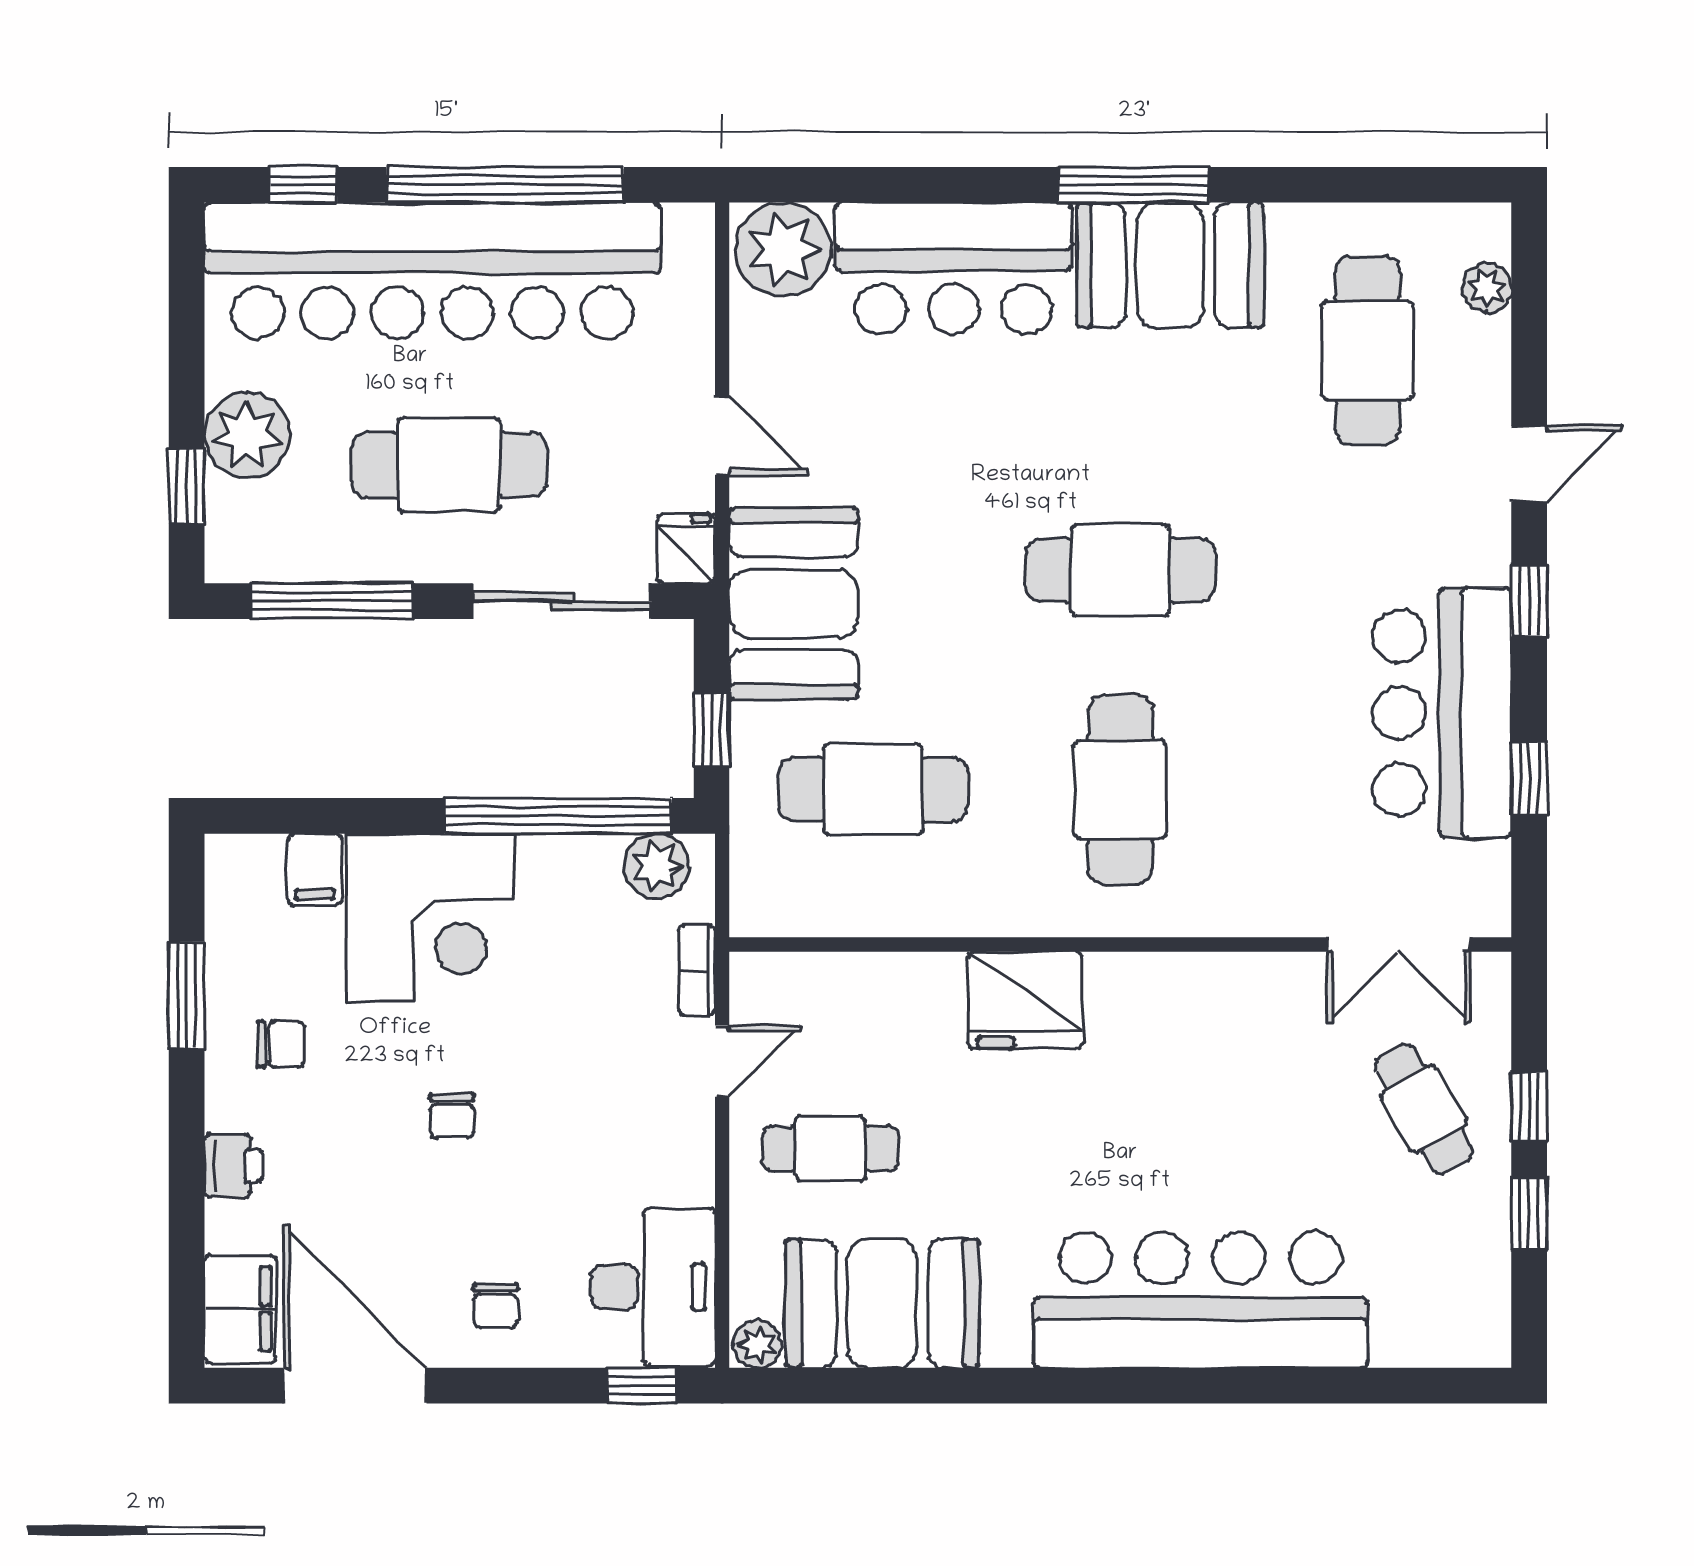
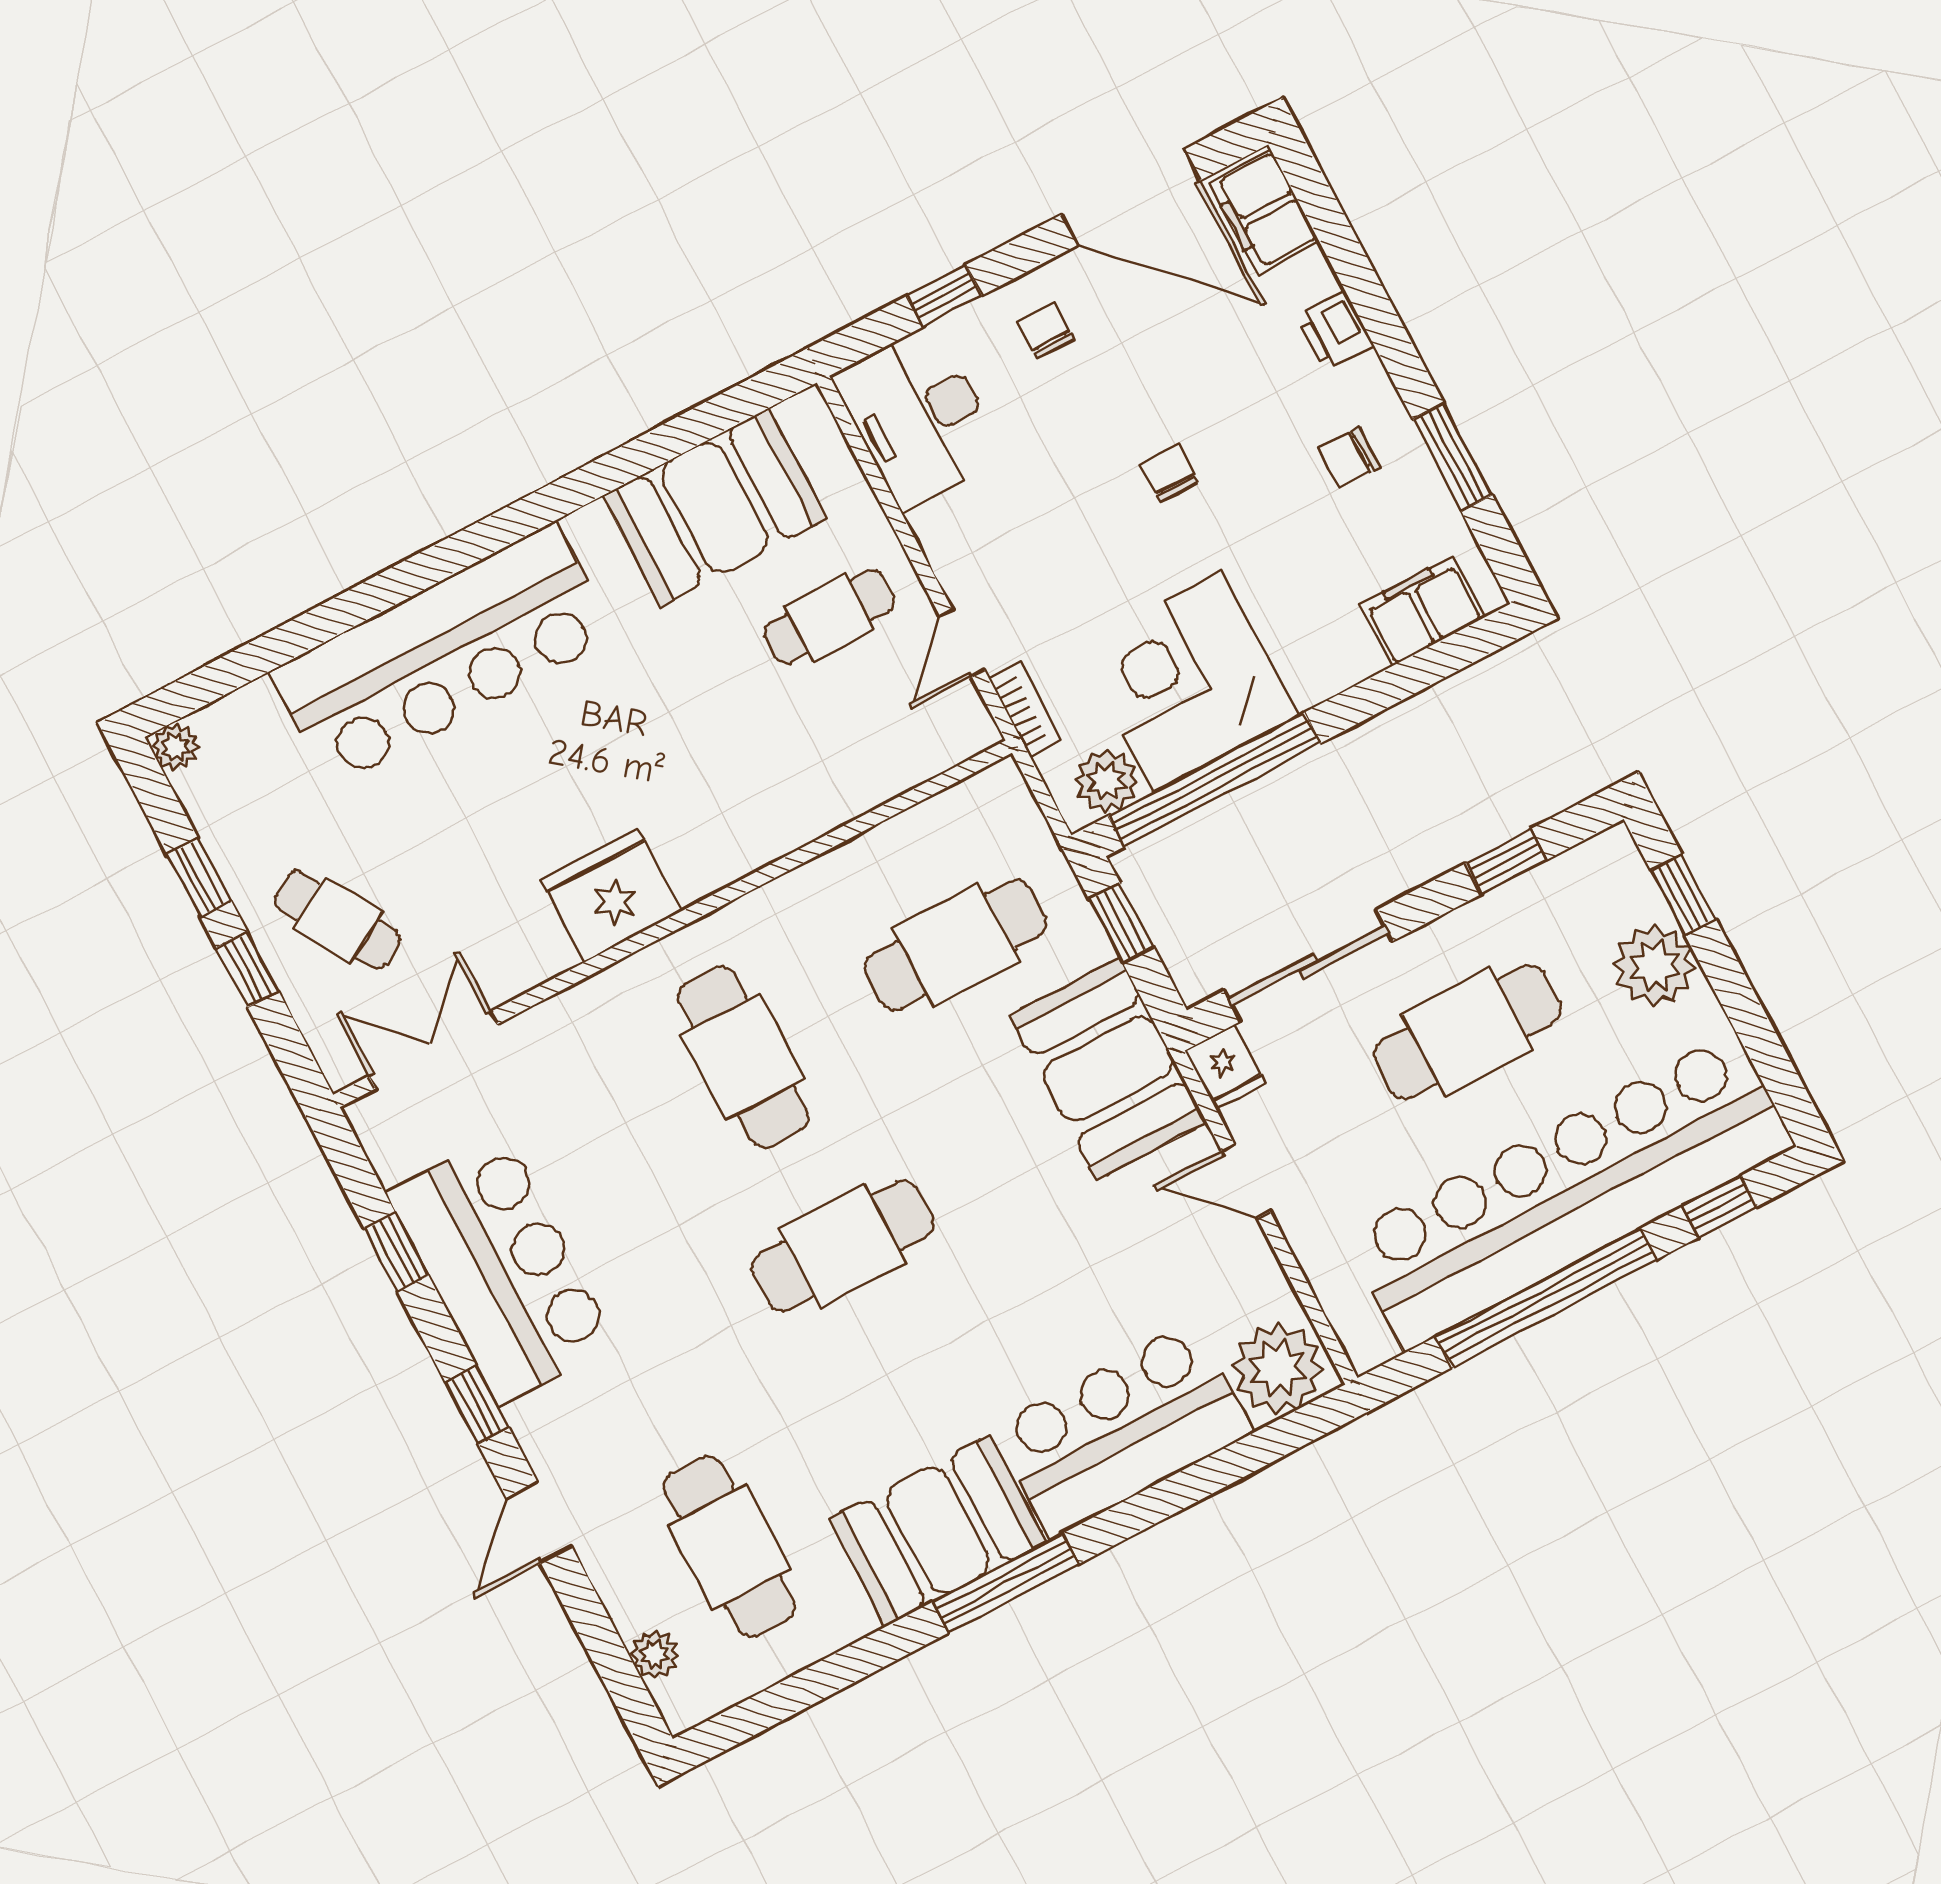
window: (332, 601) -> (1506, 862), width x0.46
filing cabinet: (315, 869) -> (1422, 611), width x2.00
corner desk: (431, 918) -> (1188, 681), moved
fridge: (1025, 1000) -> (611, 895), moved
plant: (757, 1344) -> (176, 747), moved
window: (642, 1386) -> (944, 296), moved

